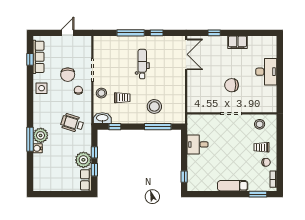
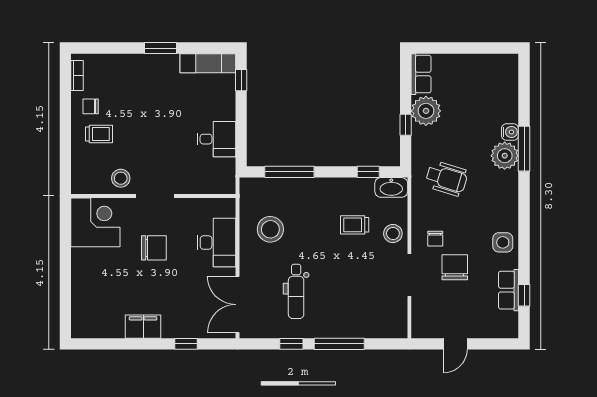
row of seats: (38, 57) -> (509, 290), width x0.68
dental chair: (142, 64) -> (296, 291), moved
desk: (266, 72) -> (216, 243), moved, turned 180
corner desk: (263, 99) -> (95, 222), added
stool: (154, 106) -> (270, 229), moved
stool: (260, 124) -> (121, 178), moved
window: (94, 170) -> (406, 93), removed
exam couch: (233, 186) -> (208, 63), moved
window: (258, 194) -> (160, 48), moved

